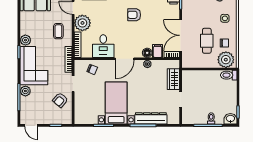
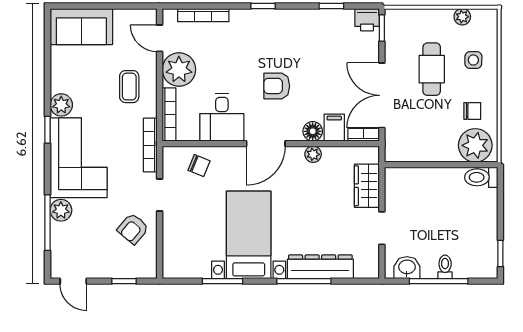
armchair: (134, 15) -> (277, 86), moved
cafe table: (207, 41) -> (432, 69), moved
washbasin: (230, 119) -> (407, 268), moved

